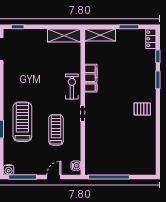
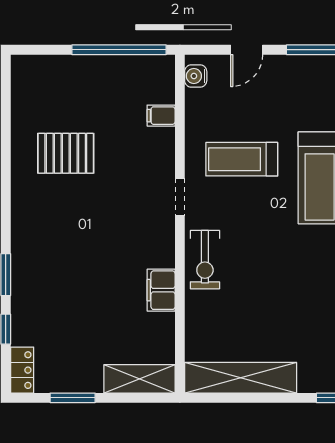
shelving: (64, 35) -> (241, 378), width x1.47
filing cabinet: (91, 88) -> (161, 116), moved
pallet: (142, 109) -> (66, 153), moved, width x1.50, depth x1.42
treadmill: (56, 130) -> (242, 159), turned 90

